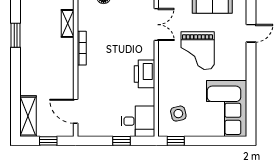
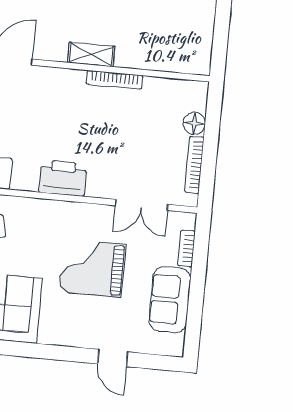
shelving: (68, 23) -> (91, 54), moved

